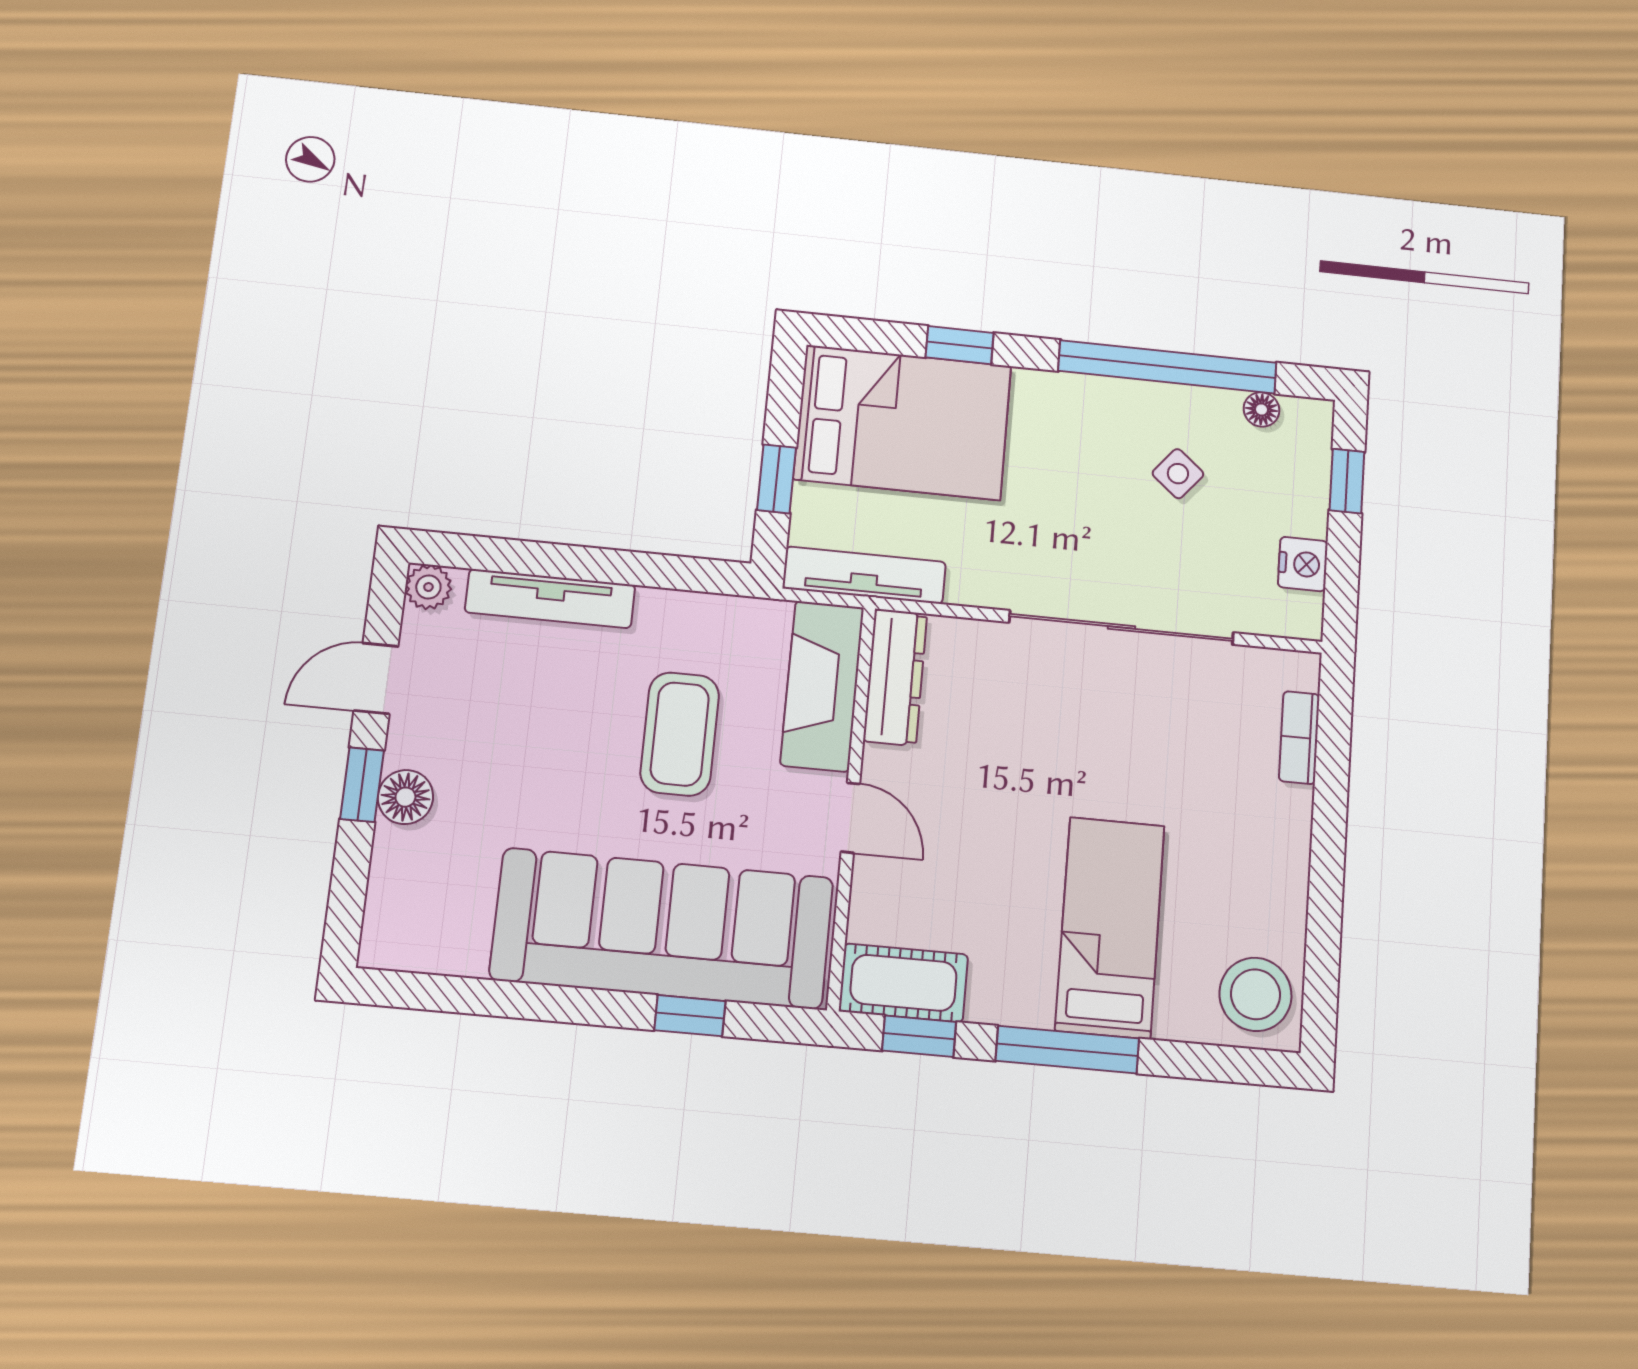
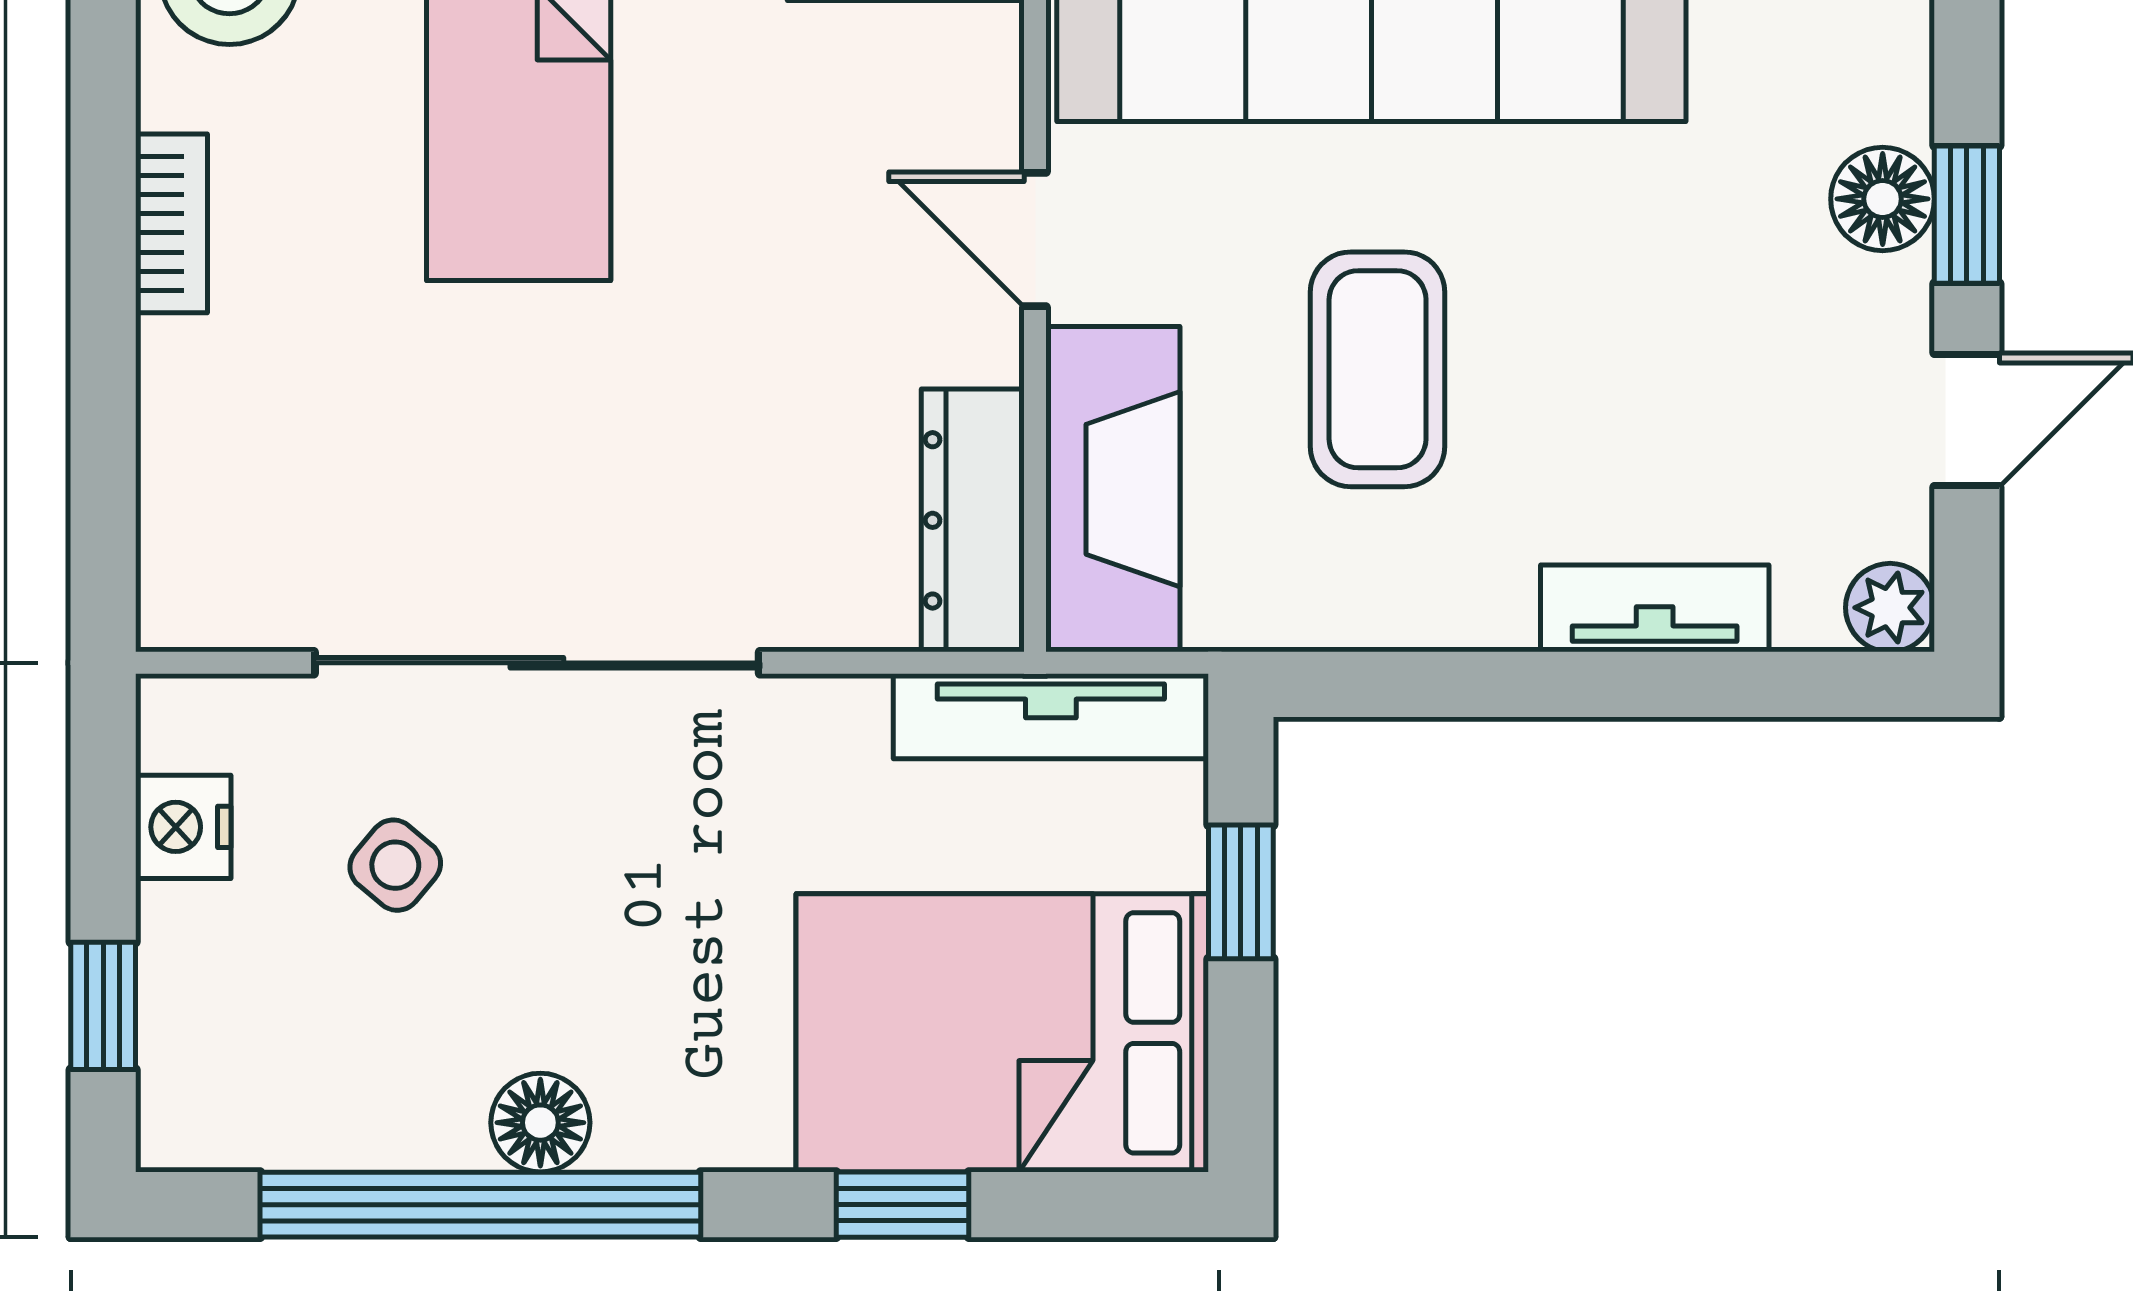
floor lamp: (1261, 409) -> (540, 1123), moved, width x1.37, depth x1.37
side table: (1178, 474) -> (395, 865), moved
tv unit: (550, 599) -> (1655, 608), width x0.71
bookcase: (1299, 738) -> (172, 223), moved

